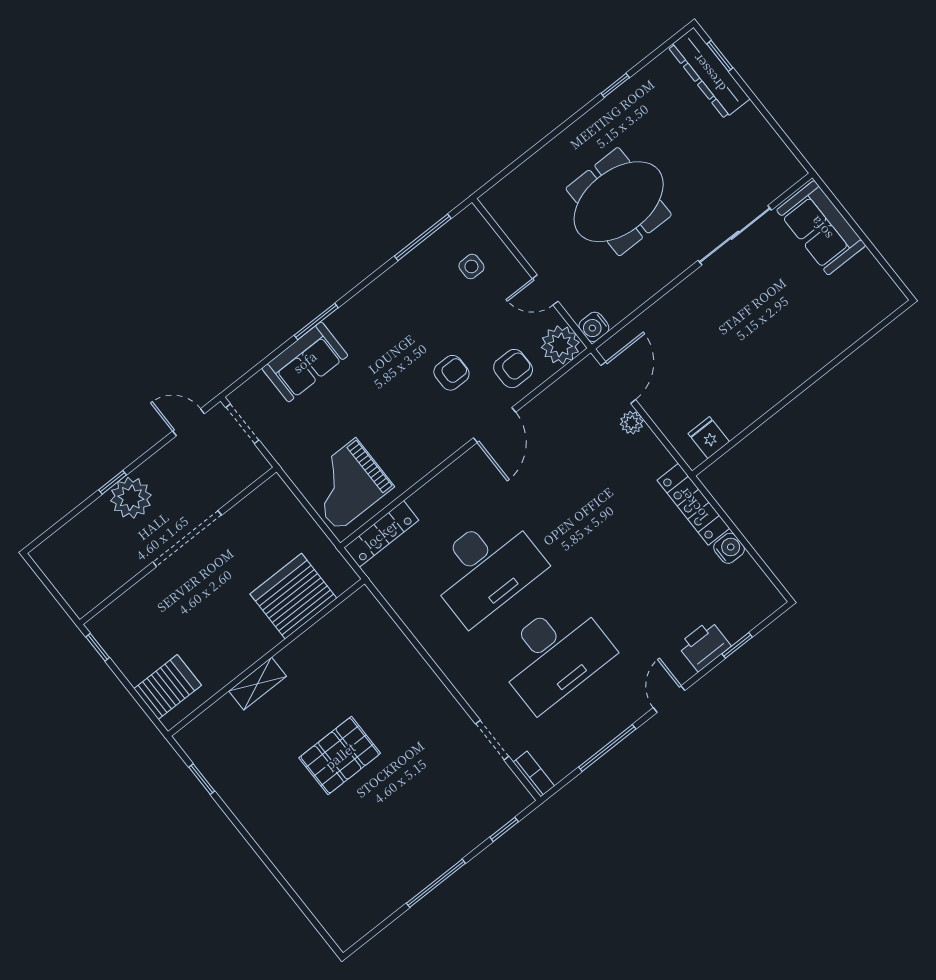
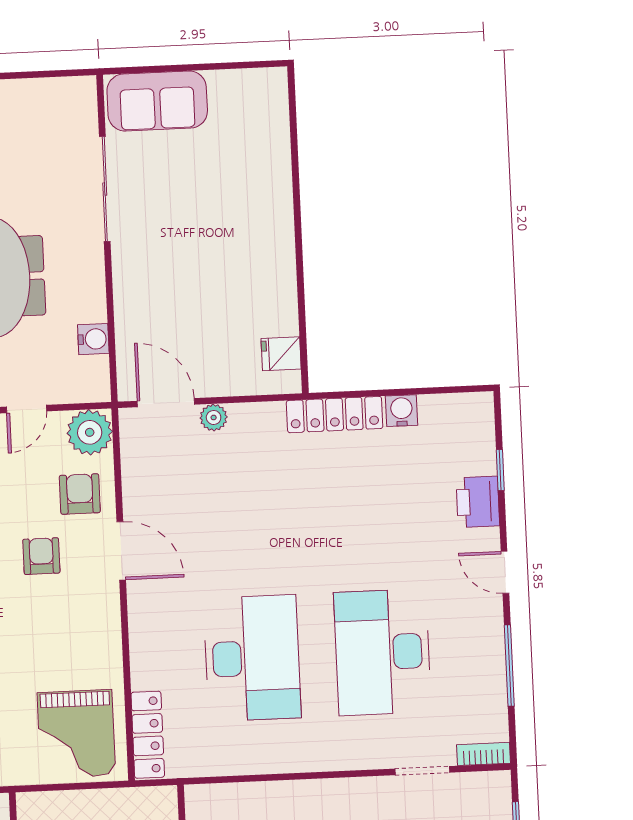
water cooler: (594, 327) -> (93, 339), moved, turned -90
desk: (554, 654) -> (383, 652), turned 180

